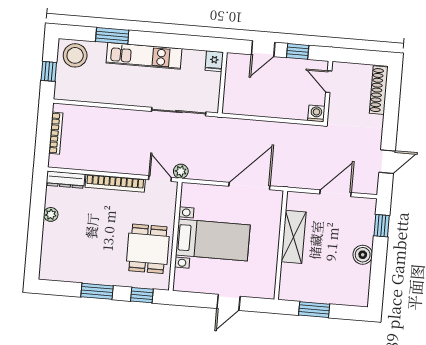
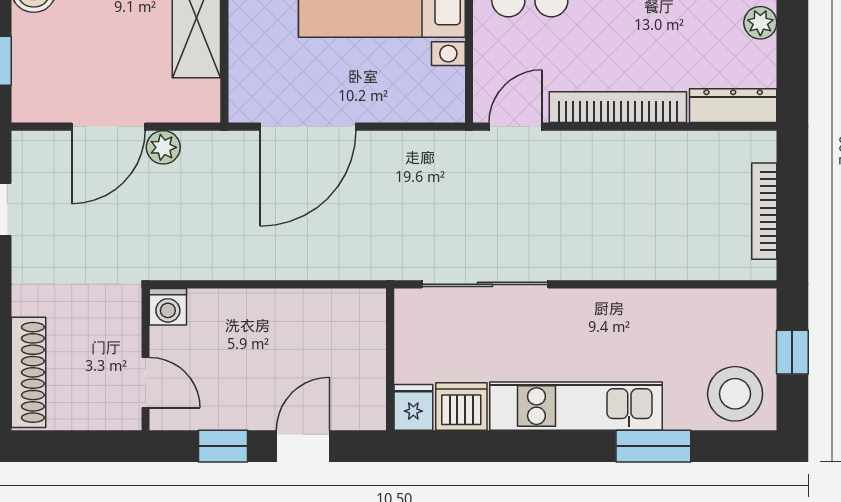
dishwasher: (193, 60) -> (461, 406), added
plant: (181, 171) -> (163, 147), moved
door: (160, 179) -> (516, 127), swing flipped

